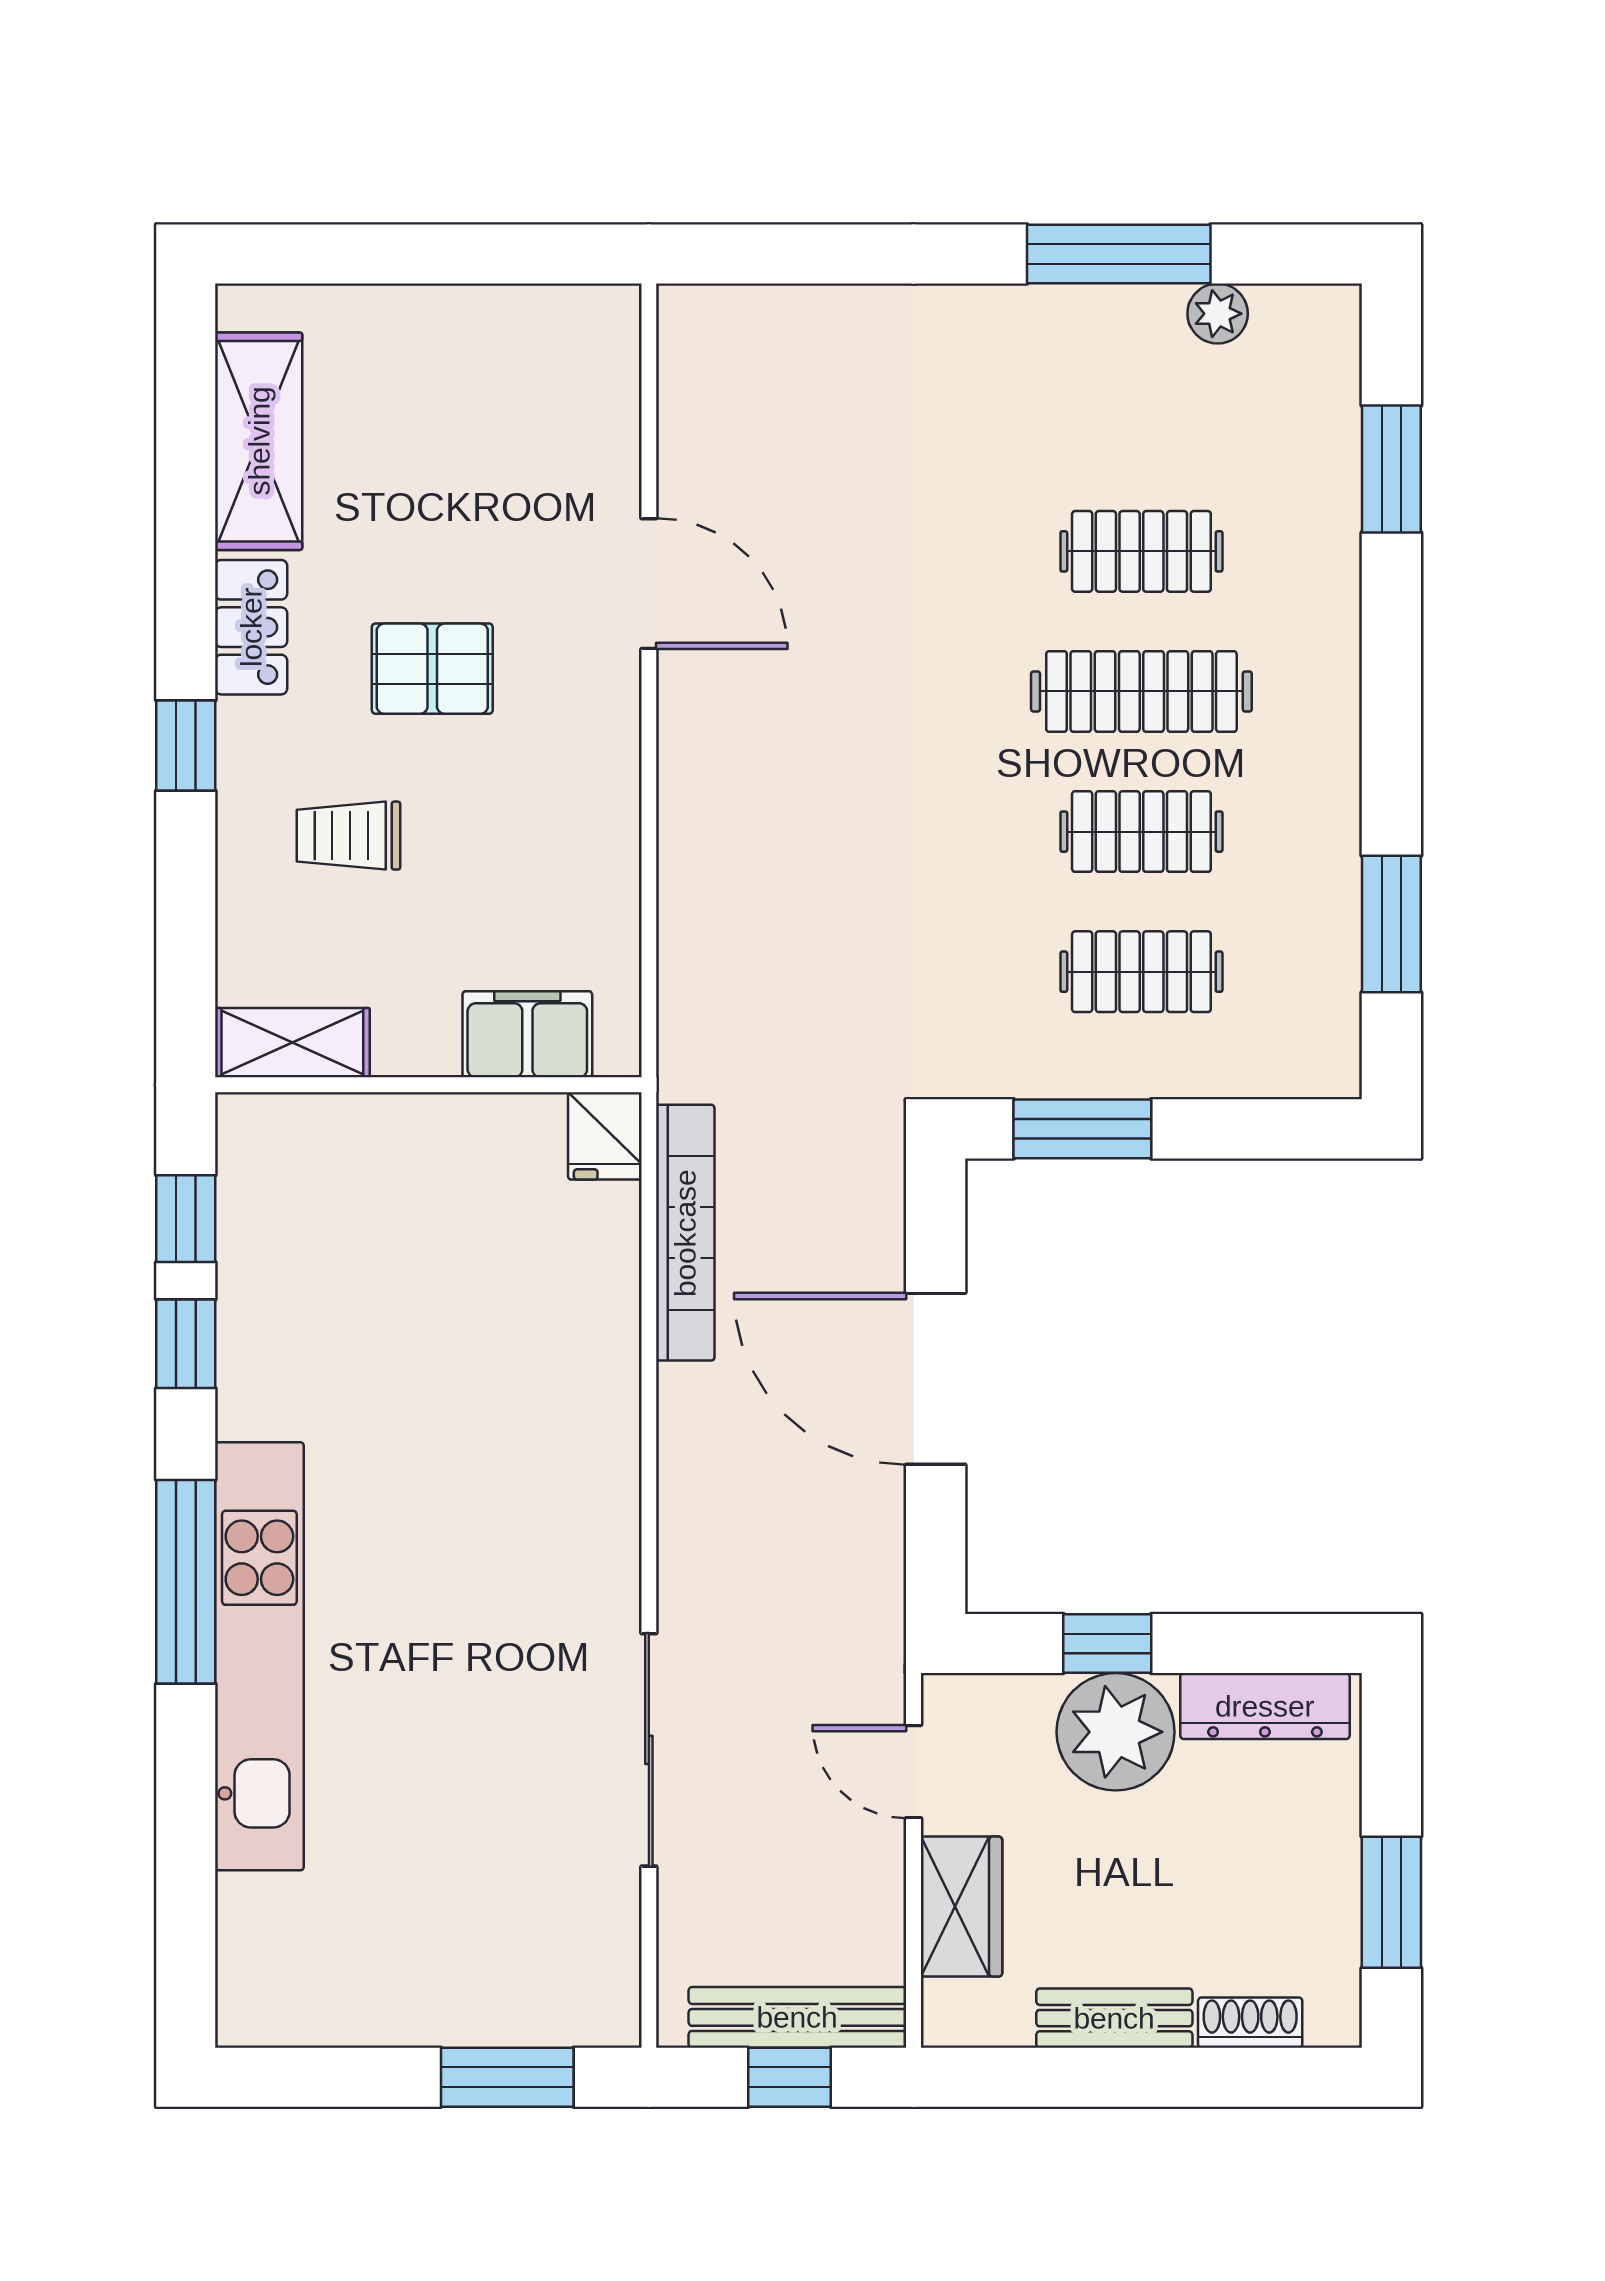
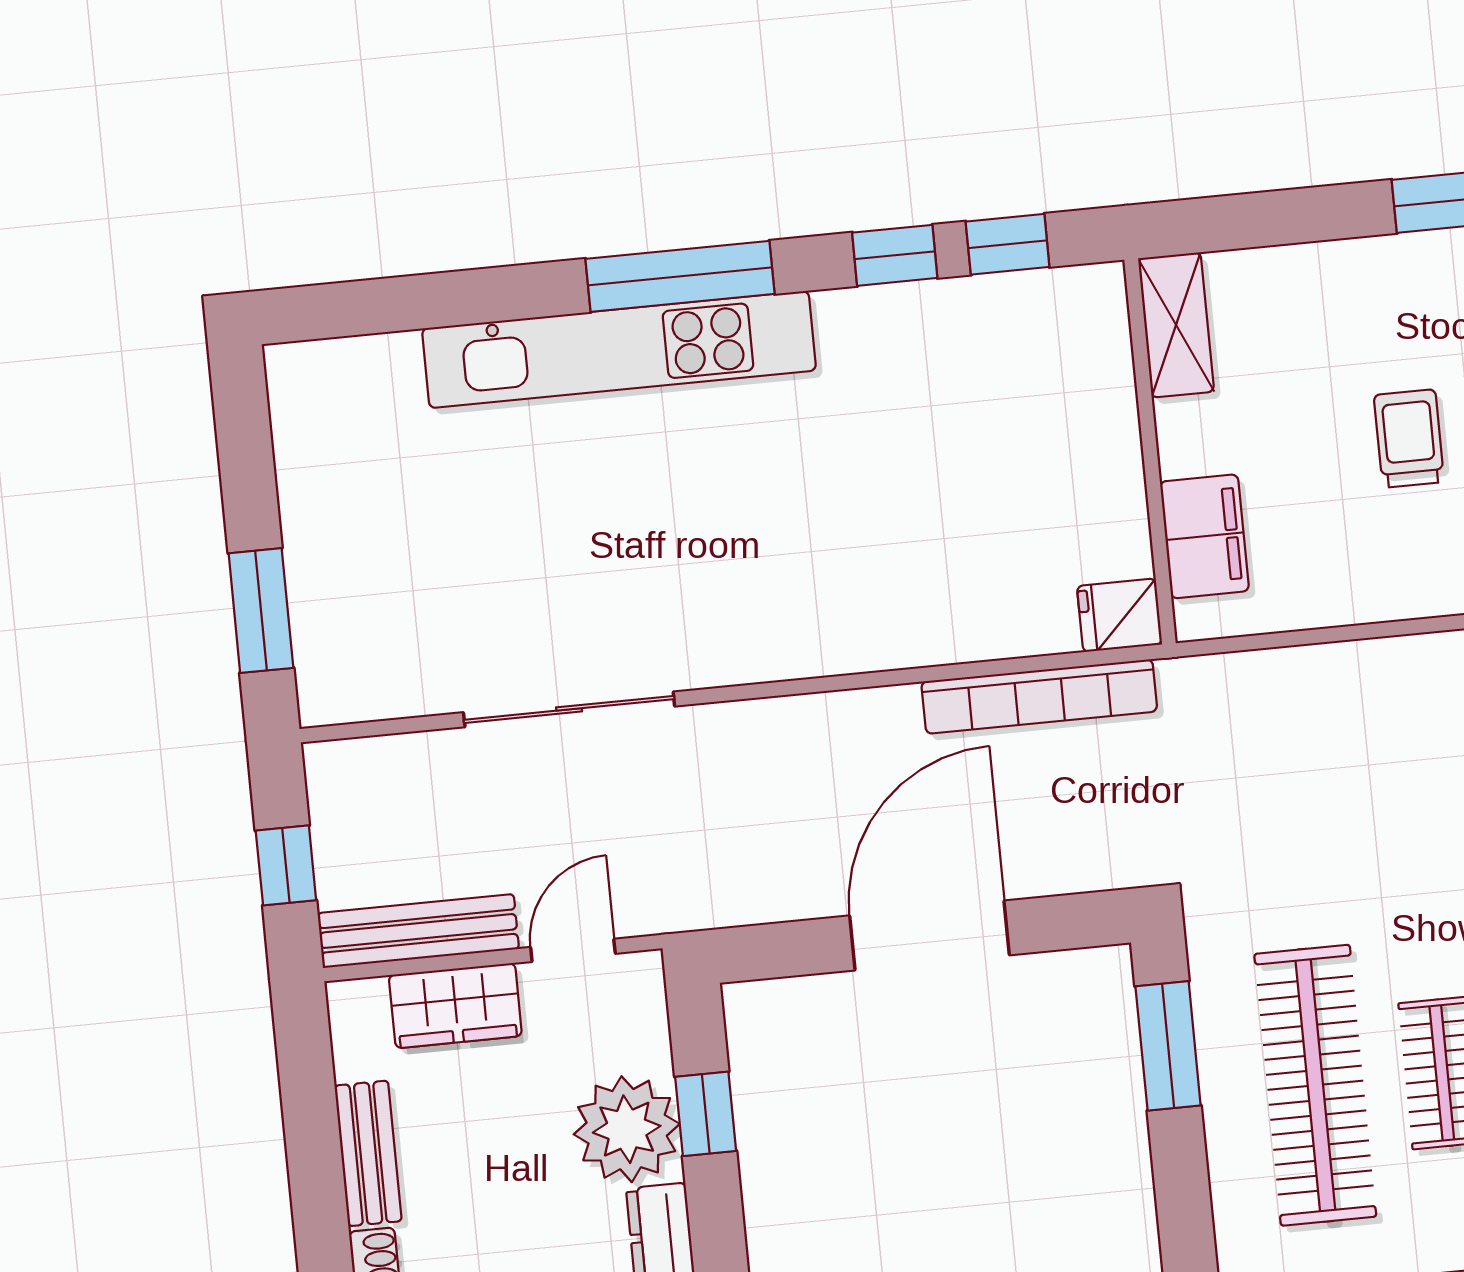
trolley: (349, 836) -> (1409, 439), moved
clothes rail: (1141, 972) -> (1315, 1085), width x1.86, depth x1.31
bench: (797, 2017) -> (418, 931), moved, turned 90

